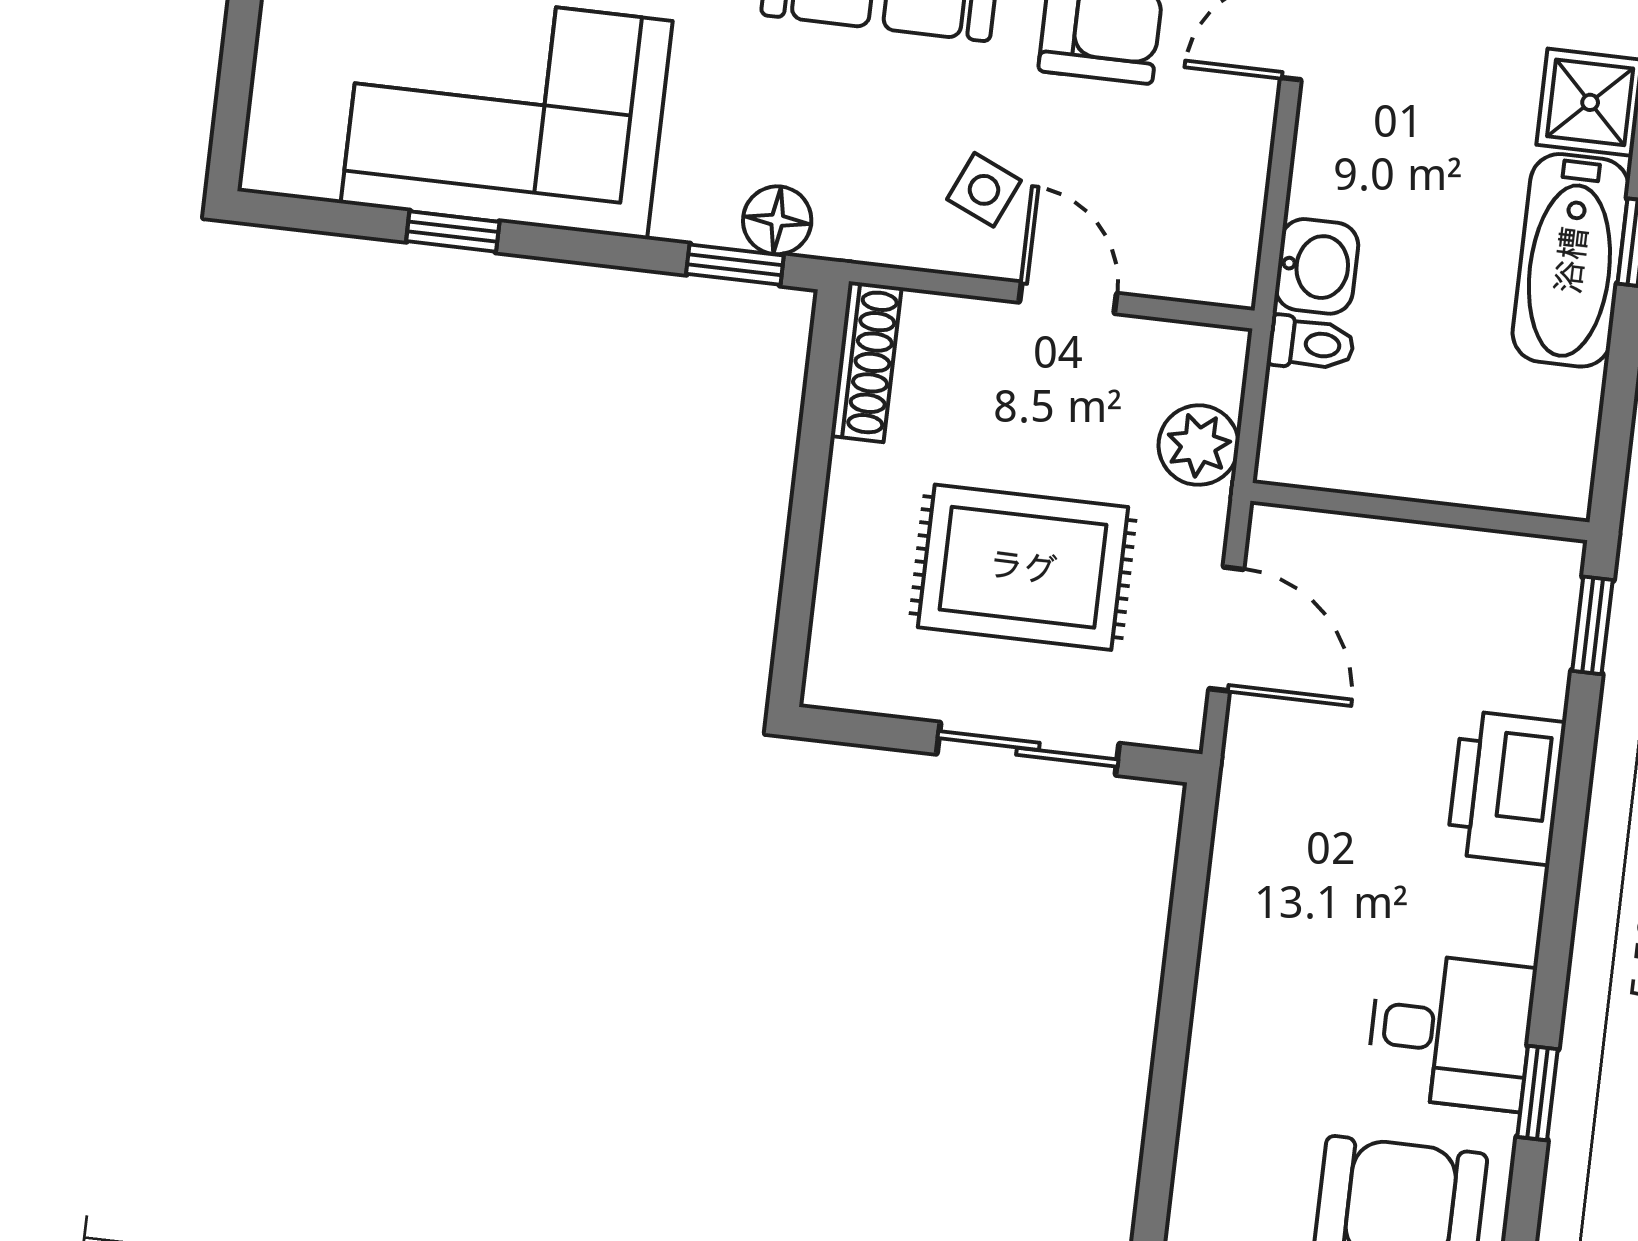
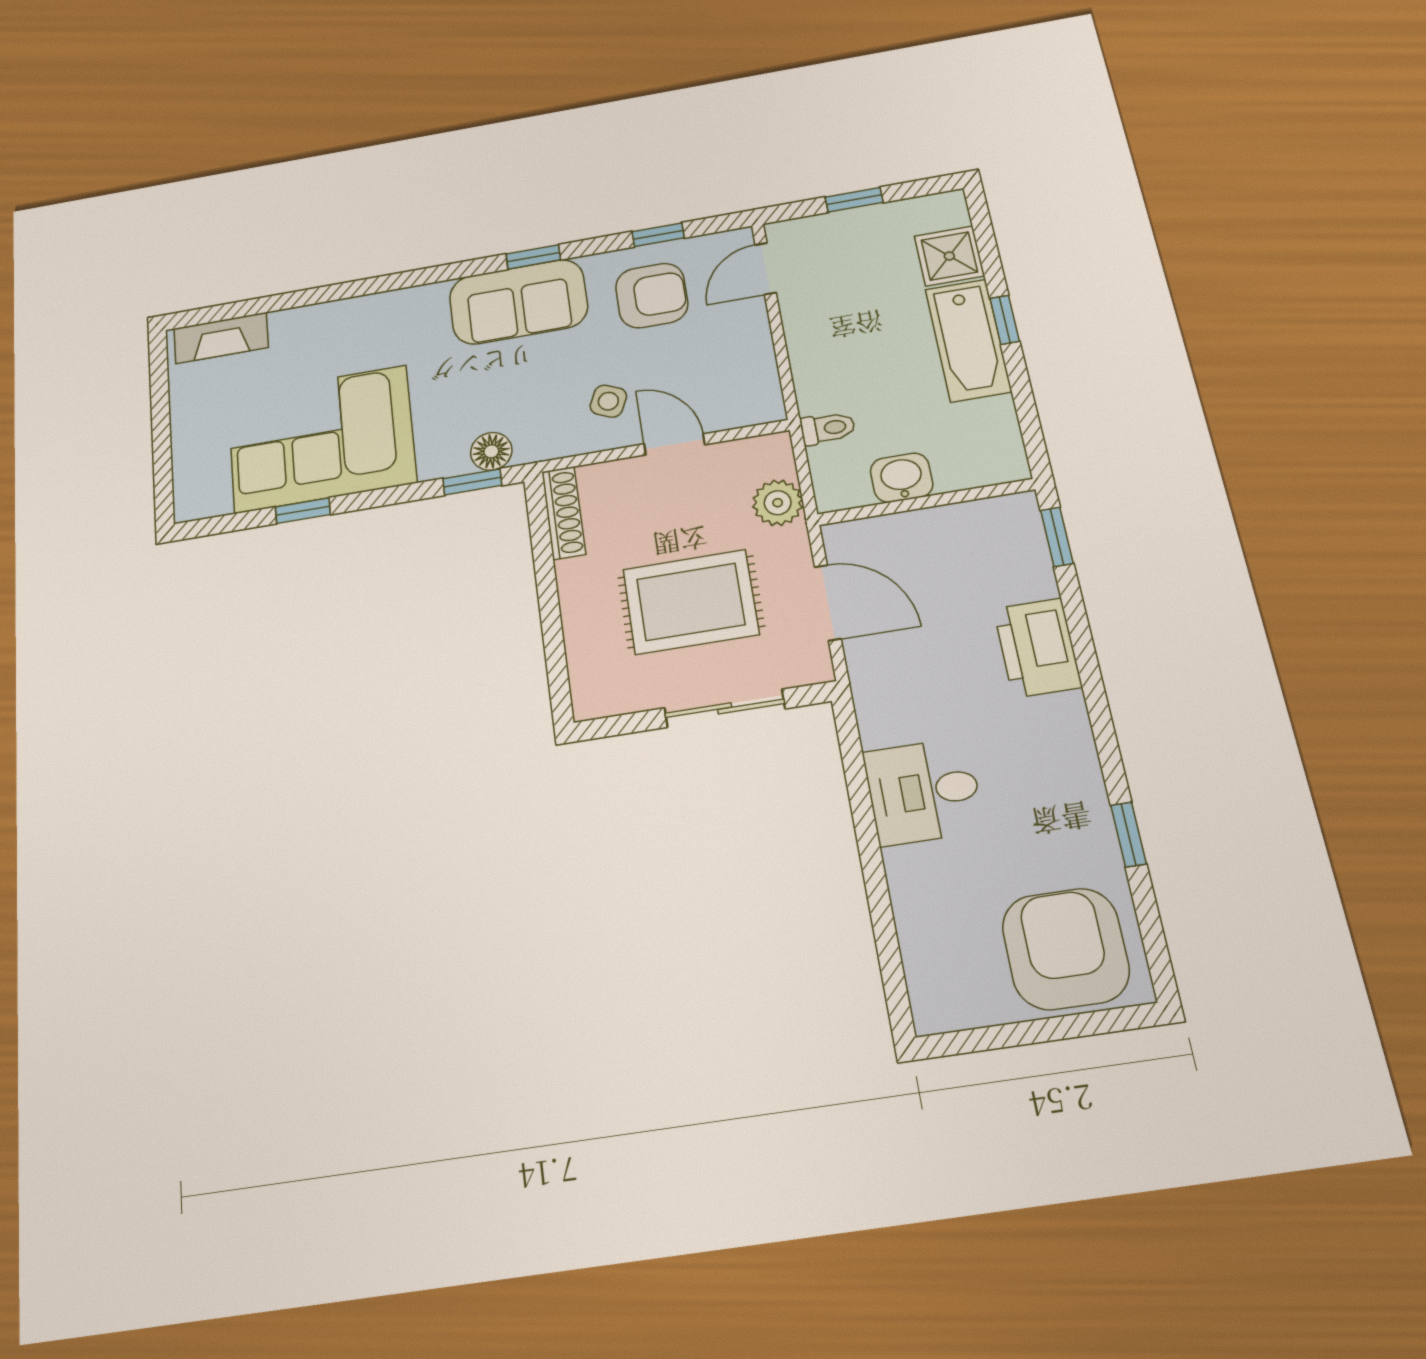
washbasin: (1317, 266) -> (902, 478), moved, turned -90
desk: (1451, 1031) -> (924, 791), moved, turned 180

